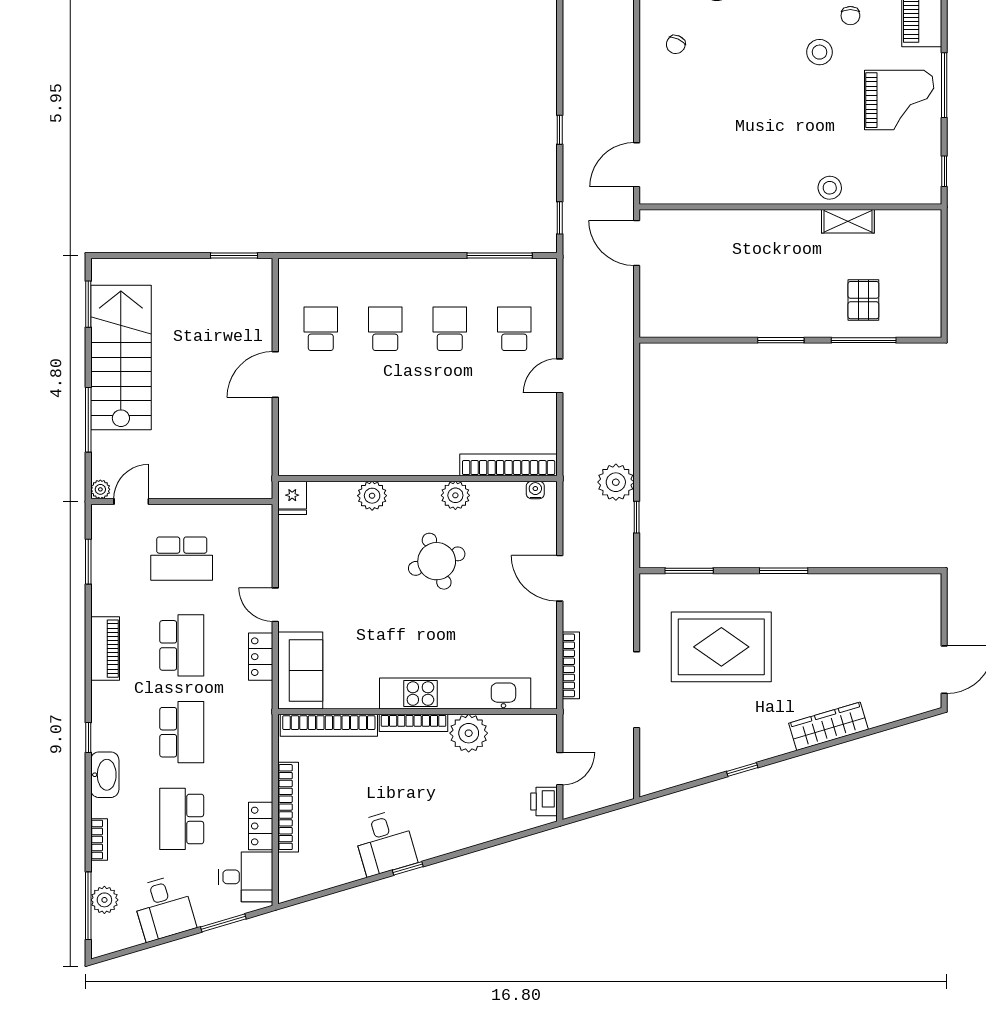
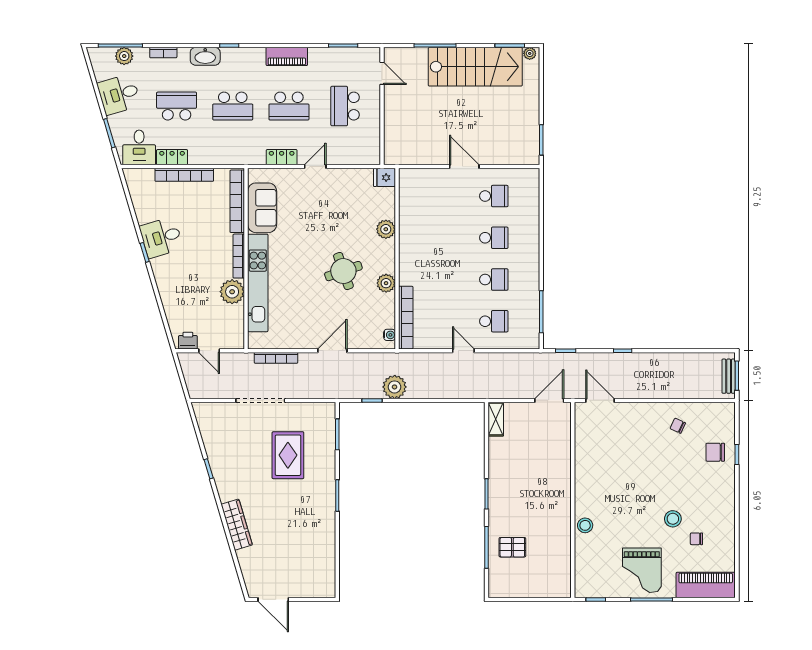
shelving: (848, 221) -> (496, 419), moved
plant: (100, 489) -> (530, 53), moved
rug: (721, 647) -> (288, 455), width x0.73, depth x0.69
sofa: (300, 670) -> (262, 208), moved, turned -90

